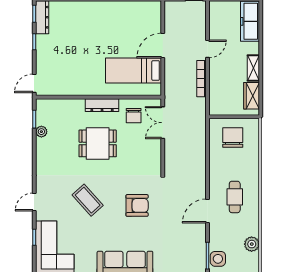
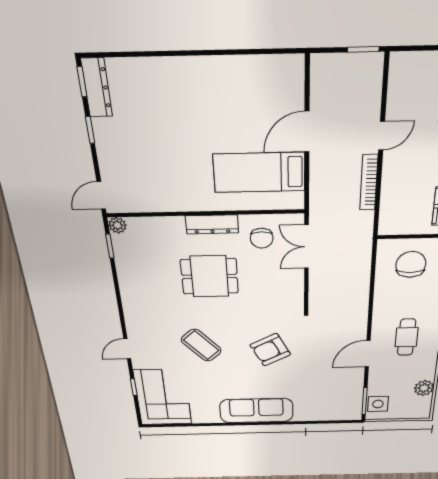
plant: (41, 132) -> (117, 225), moved
armchair: (137, 205) -> (270, 350), turned 153

